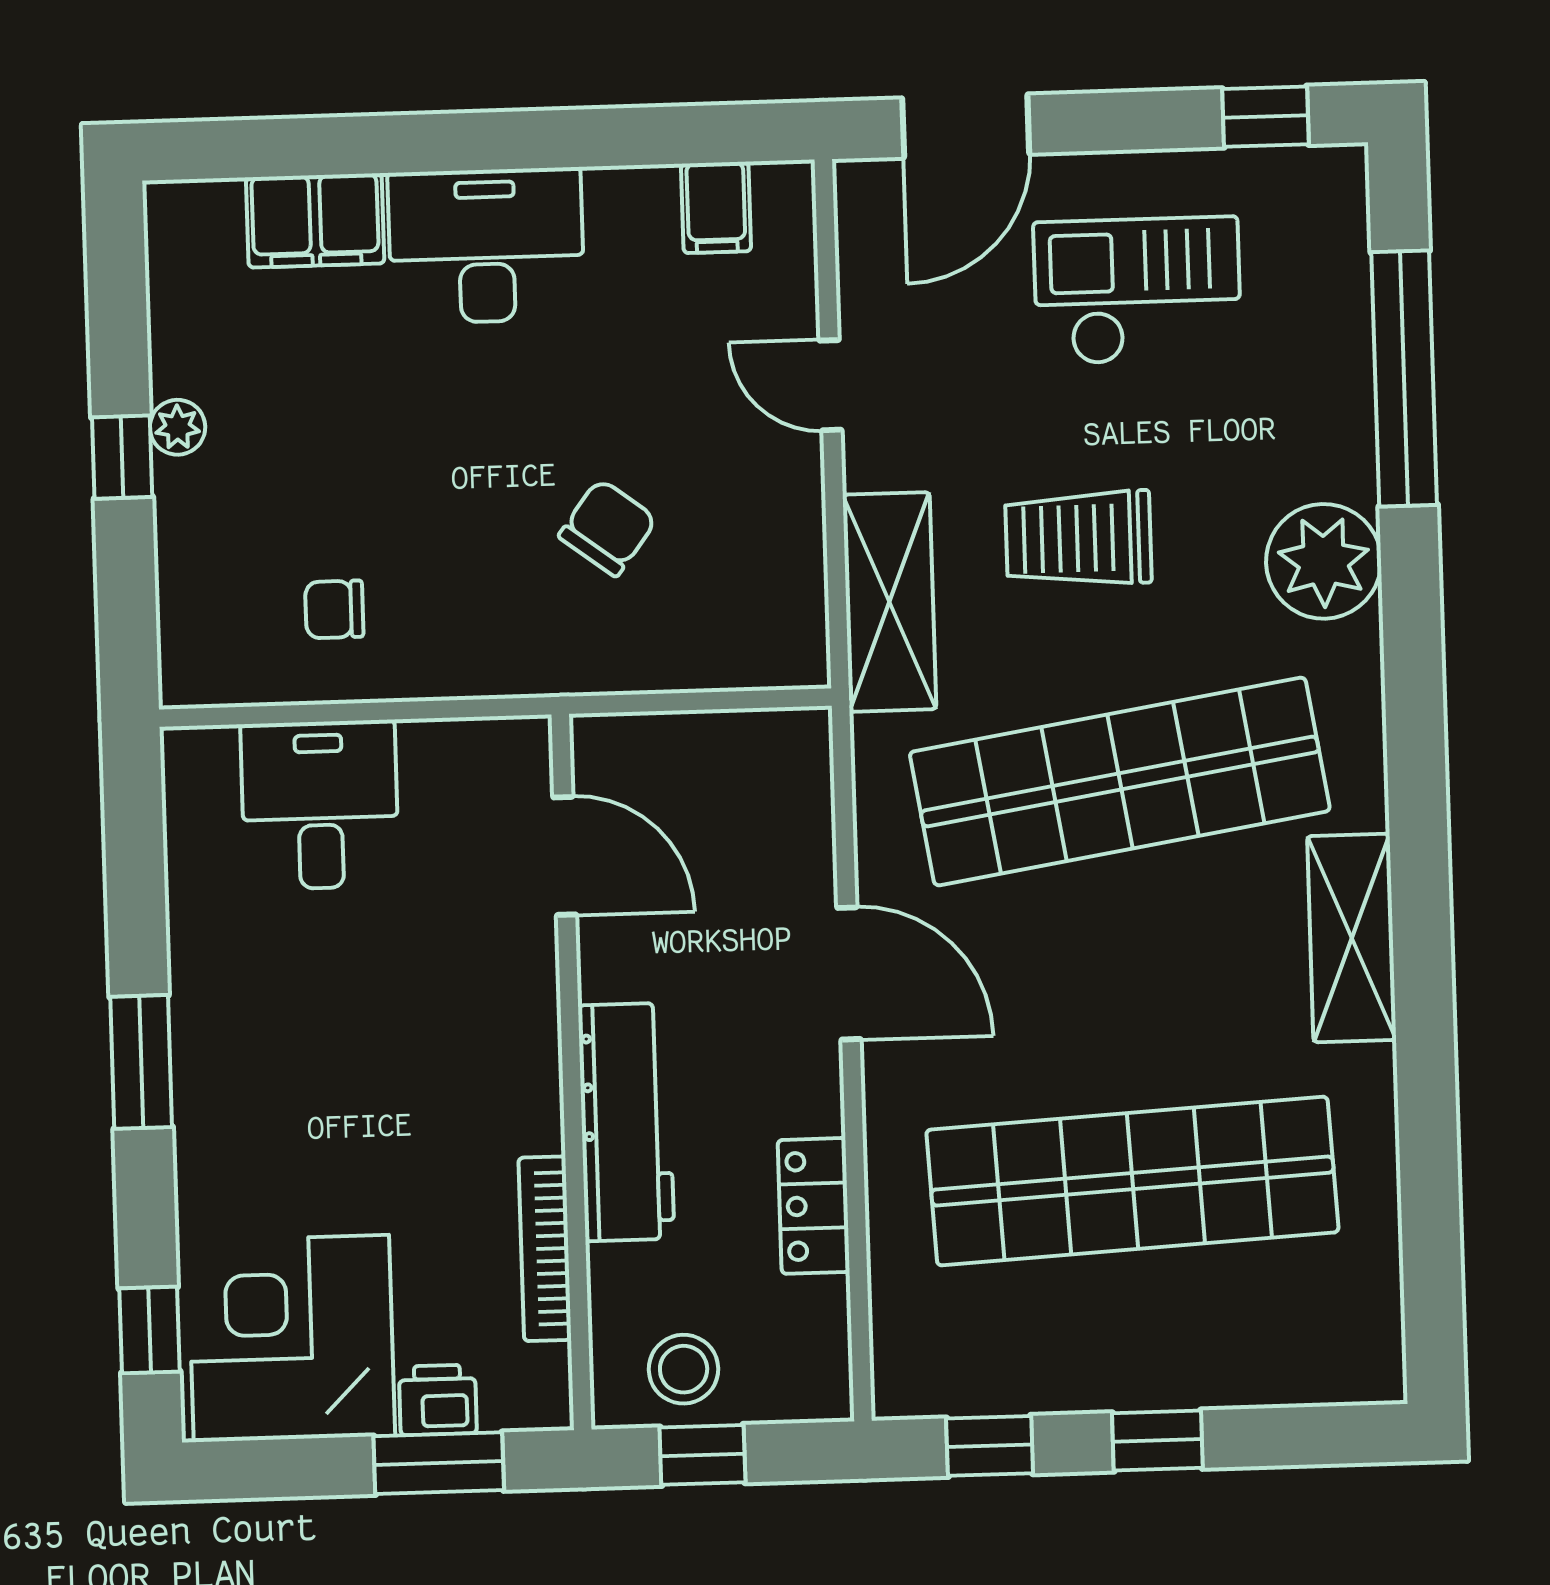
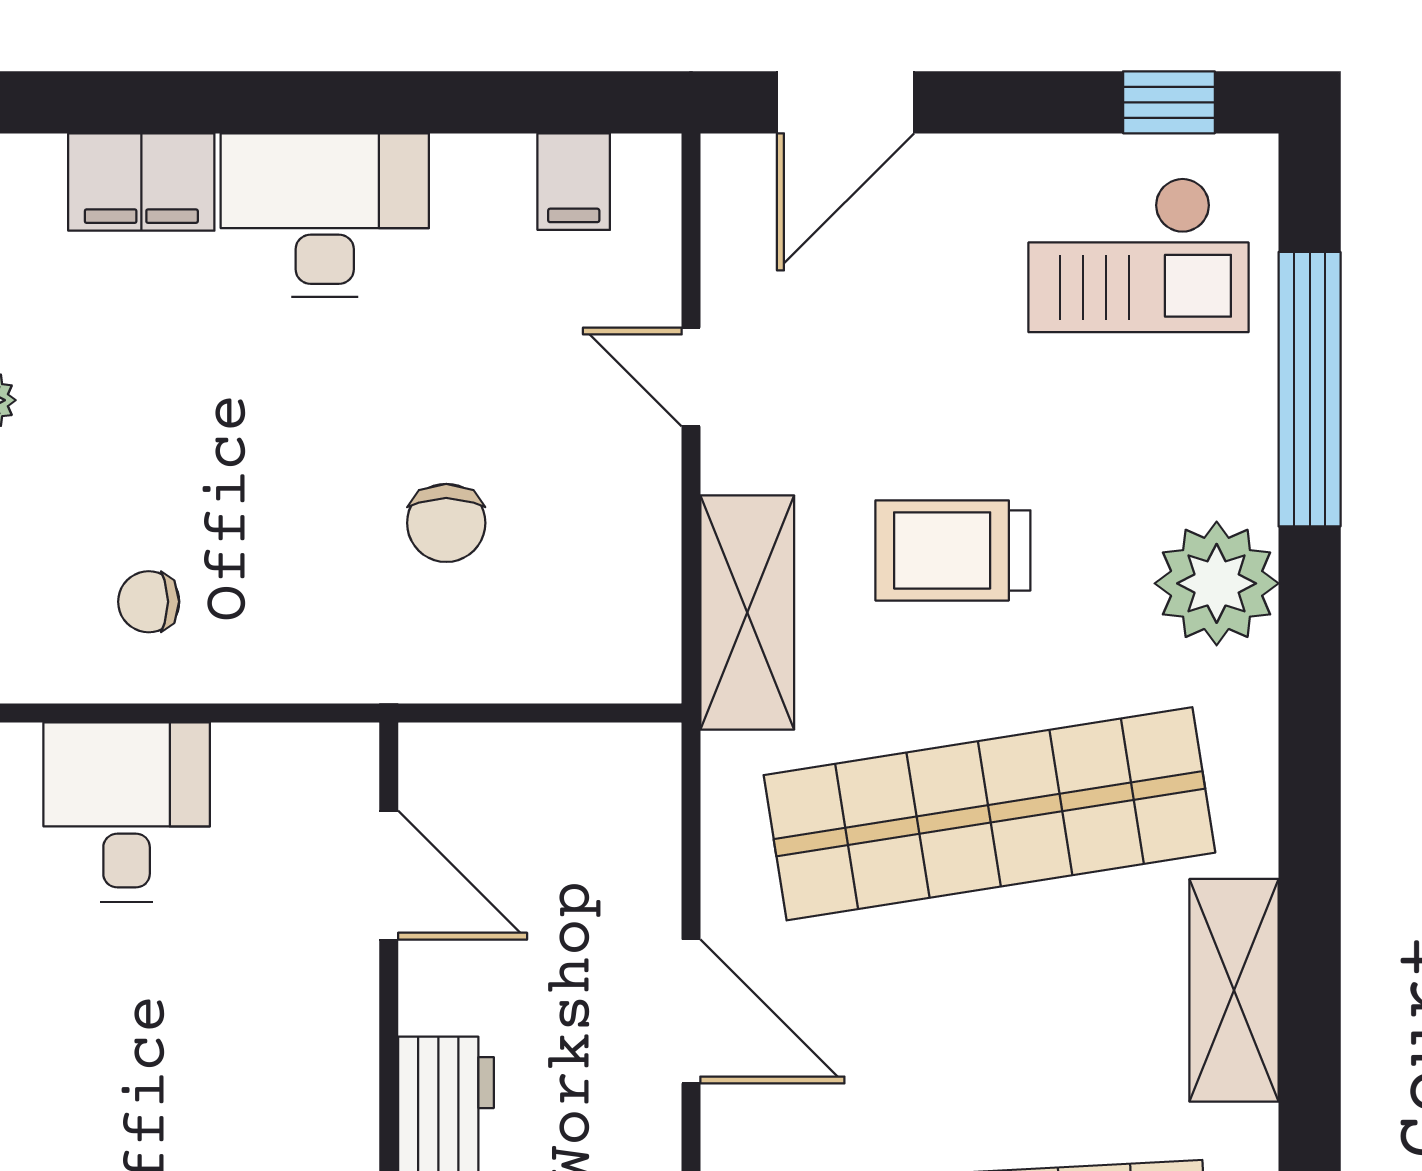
checkout: (1137, 291) -> (1138, 255), moved, turned 180
chair: (608, 528) -> (446, 523), turned 143

